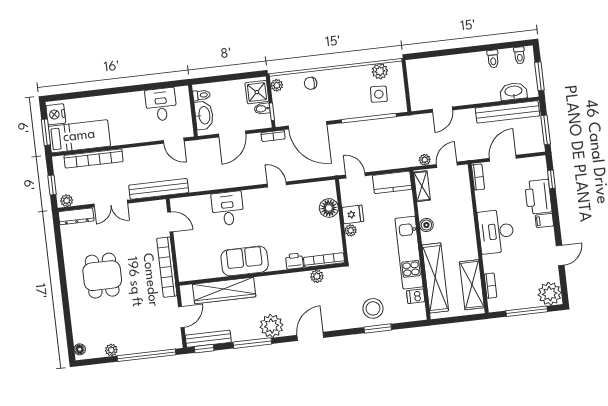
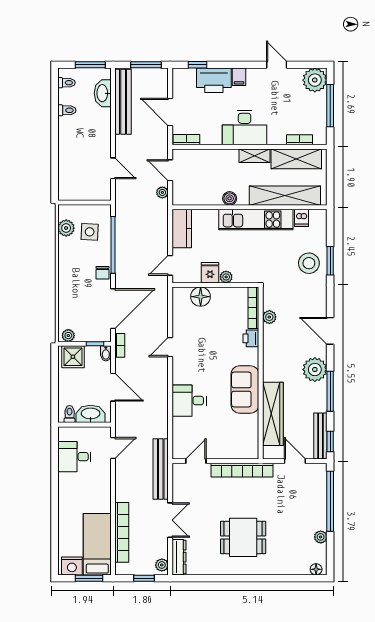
chair: (311, 83) -> (103, 273), moved
bidet: (262, 109) -> (106, 353), moved
shelving: (422, 186) -> (255, 156), moved

